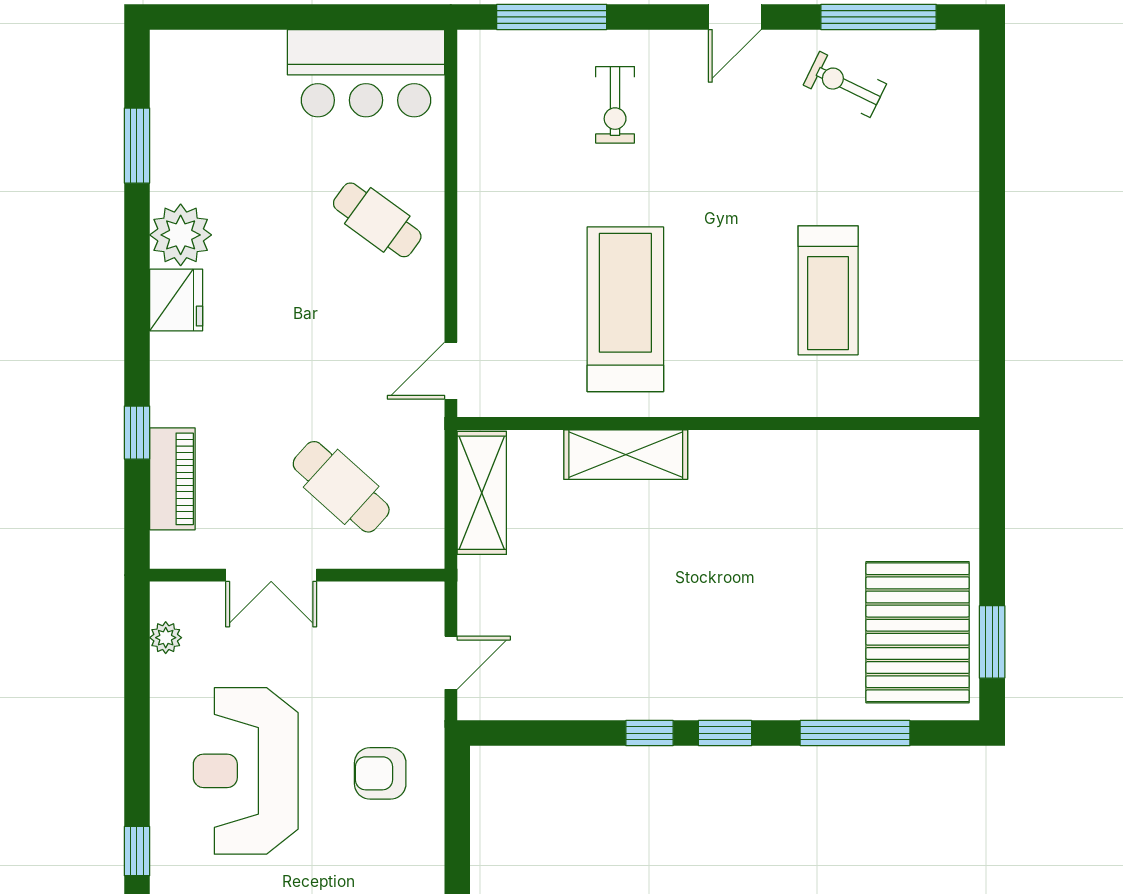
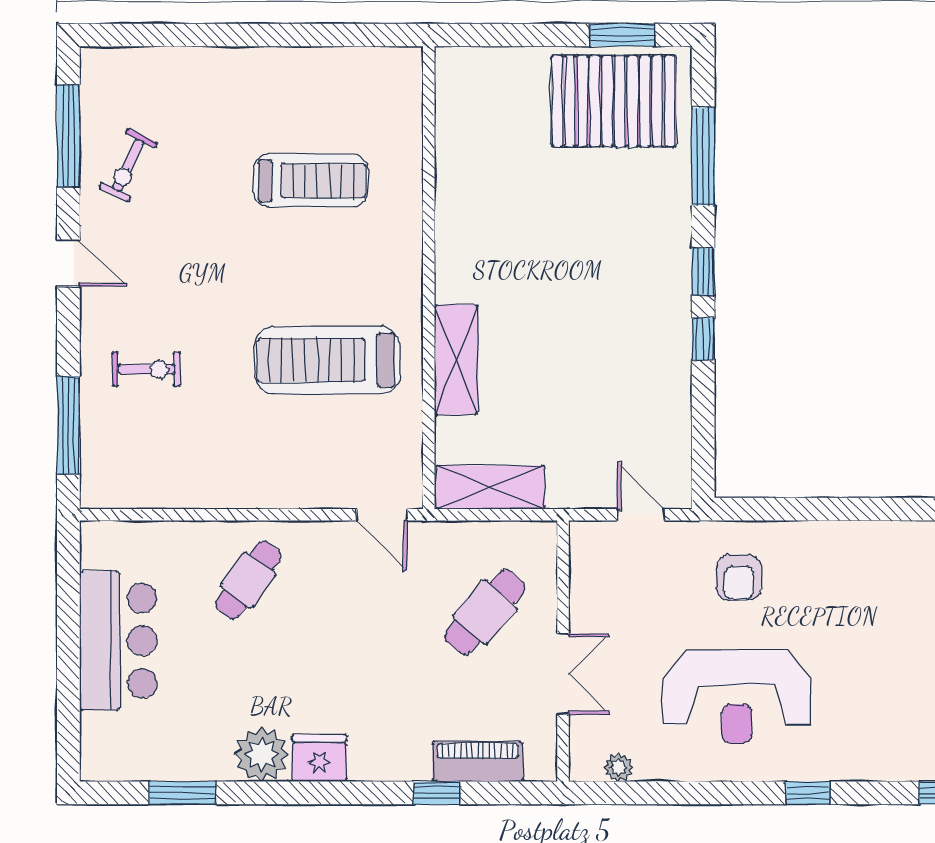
bar counter: (366, 73) -> (118, 641), moved

